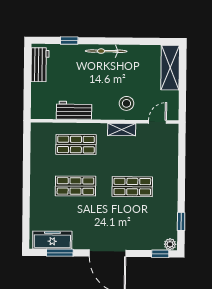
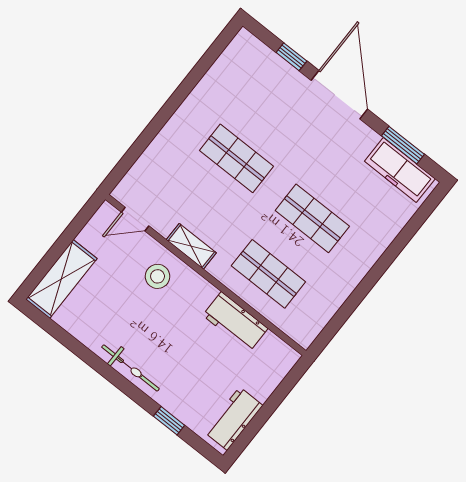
window: (181, 222) -> (207, 60), removed
plant: (170, 244) -> (246, 41), removed
window: (160, 254) -> (291, 57), moved

